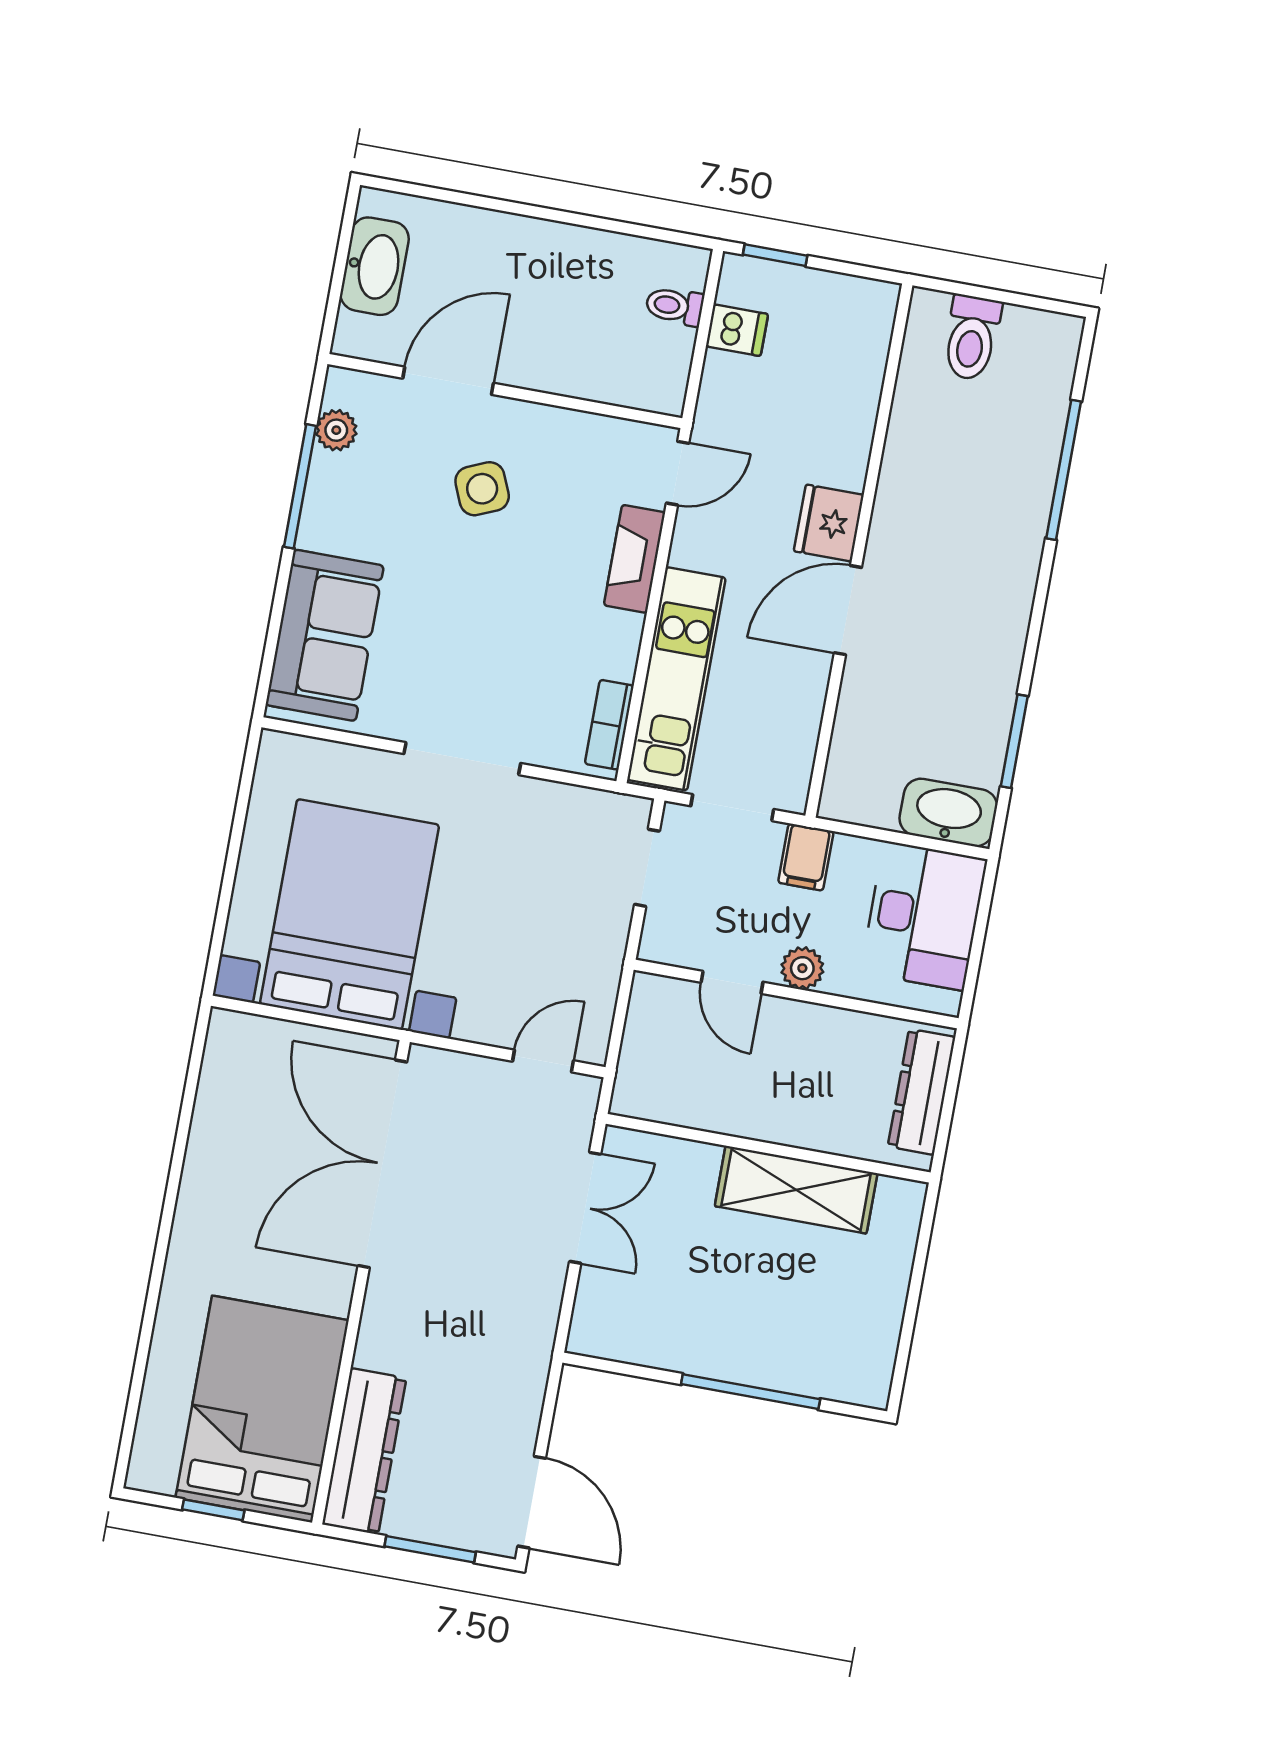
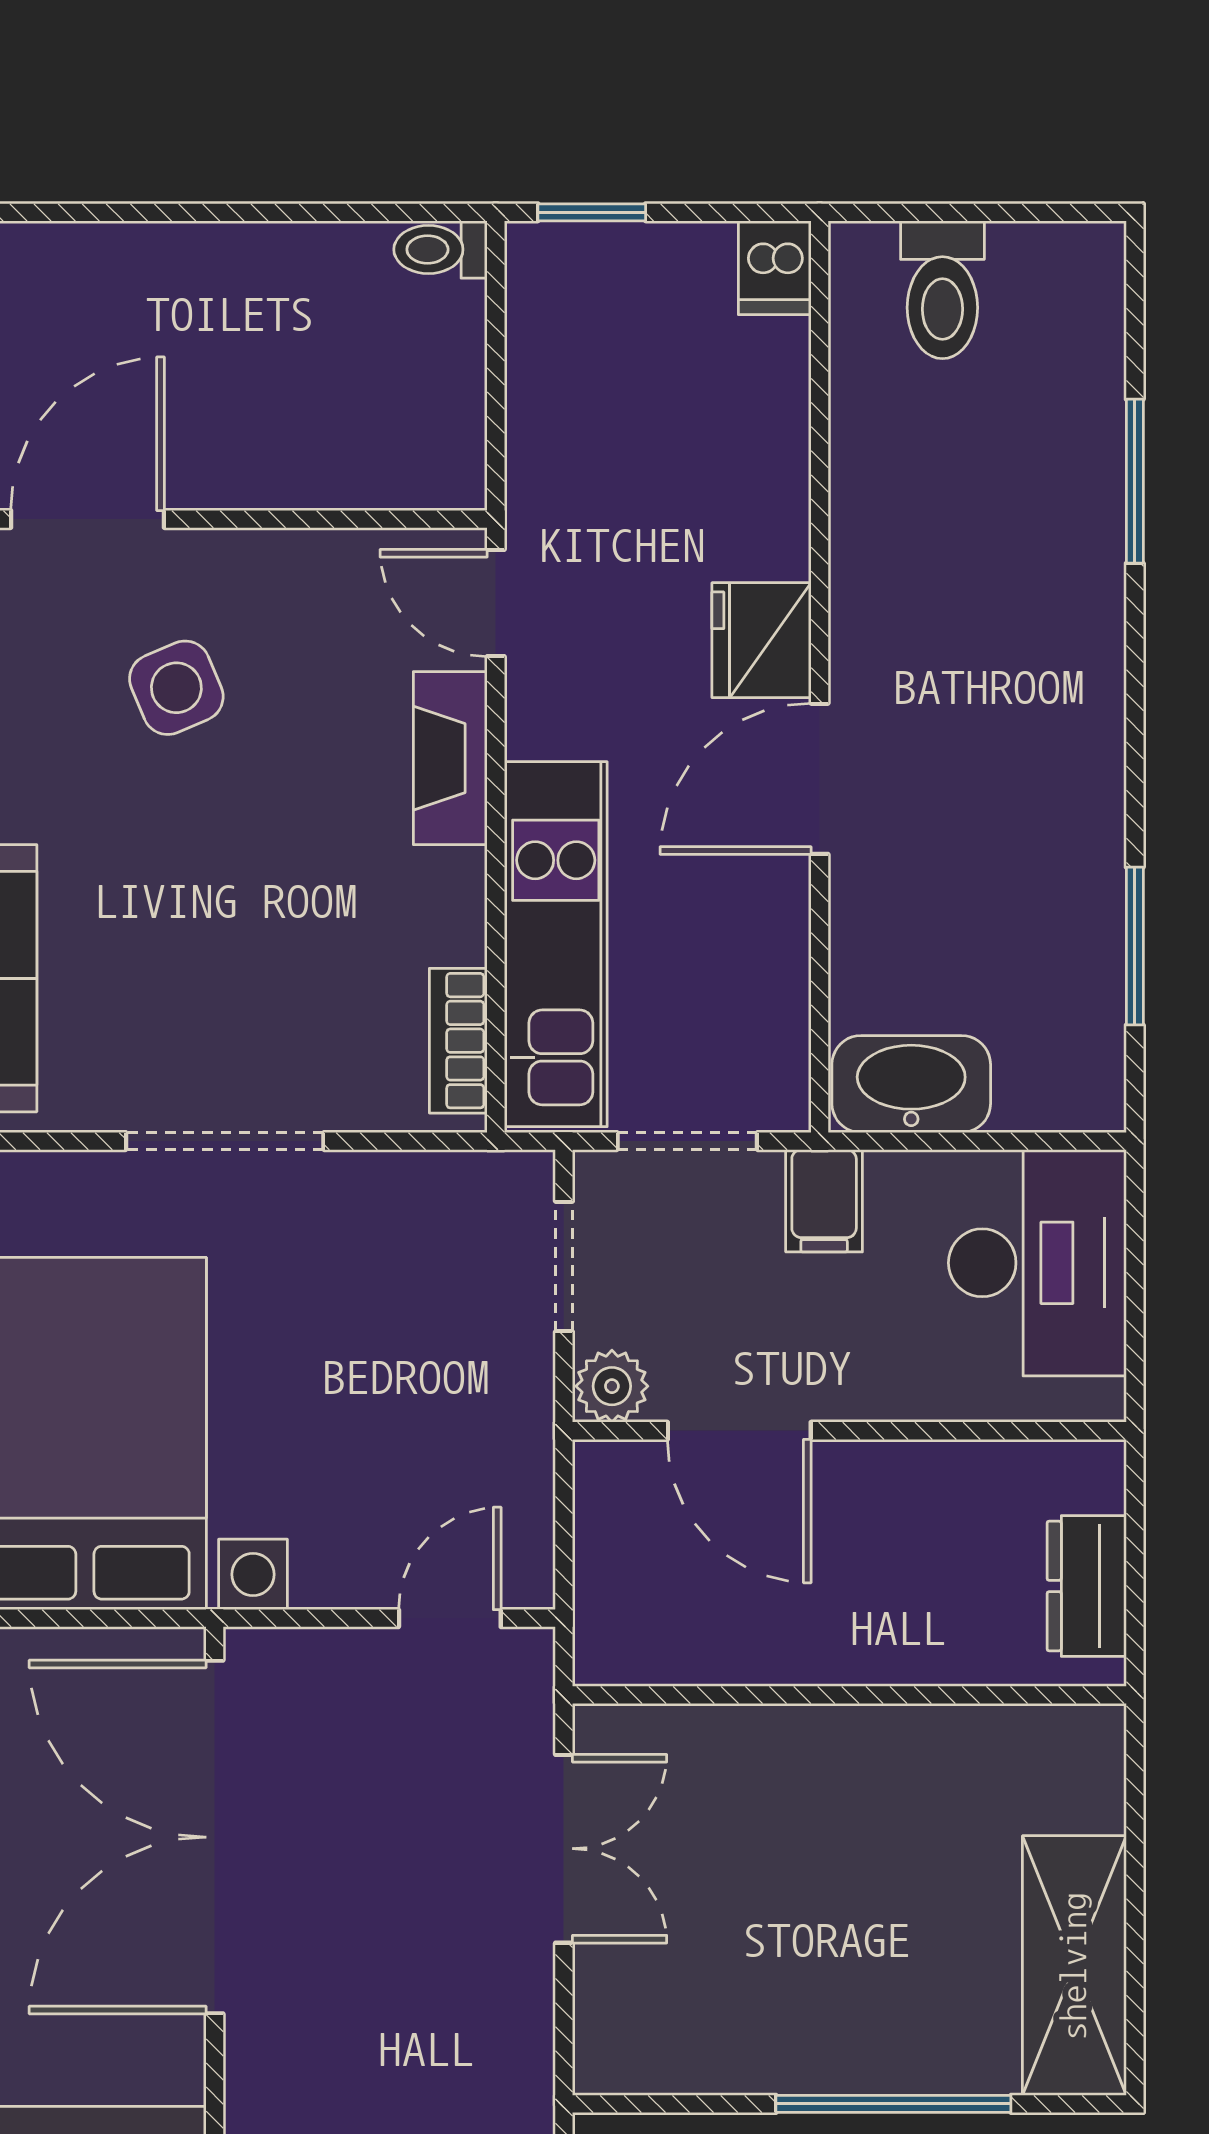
toilet: (675, 306) -> (441, 249), moved
dishwasher: (737, 330) -> (775, 268), moved, turned 90
window: (1064, 470) -> (1135, 481), width x0.69
door: (678, 473) -> (496, 603), swing flipped
washbasin: (948, 812) -> (911, 1084), moved
plant: (802, 968) -> (612, 1386), moved
door: (732, 982) -> (739, 1431), width x1.38
dresser: (922, 1092) -> (1087, 1586), width x0.70
shelving: (796, 1190) -> (1074, 1966), moved, turned 90

